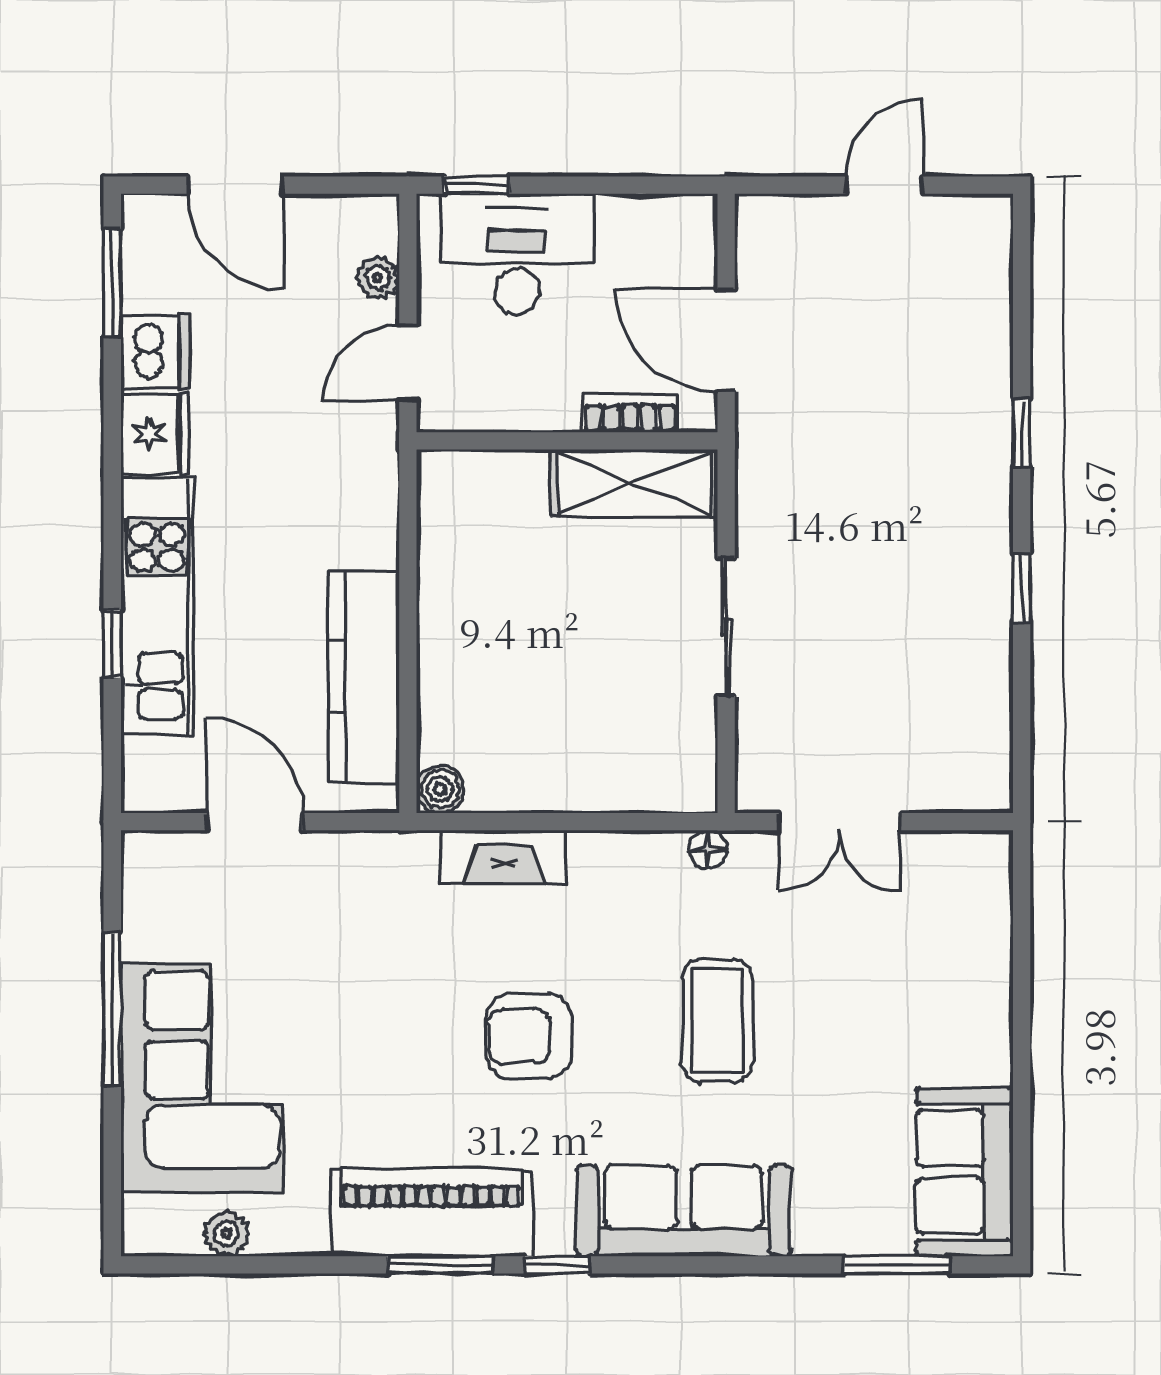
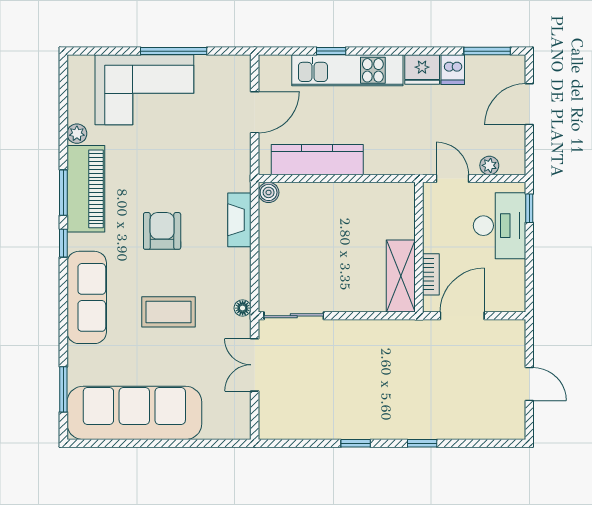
dishwasher: (155, 352) -> (453, 70), width x0.73
sliding door: (726, 627) -> (294, 316), moved
sofa: (964, 1172) -> (134, 413), width x1.85, depth x1.27
plant: (226, 1234) -> (77, 134), moved

